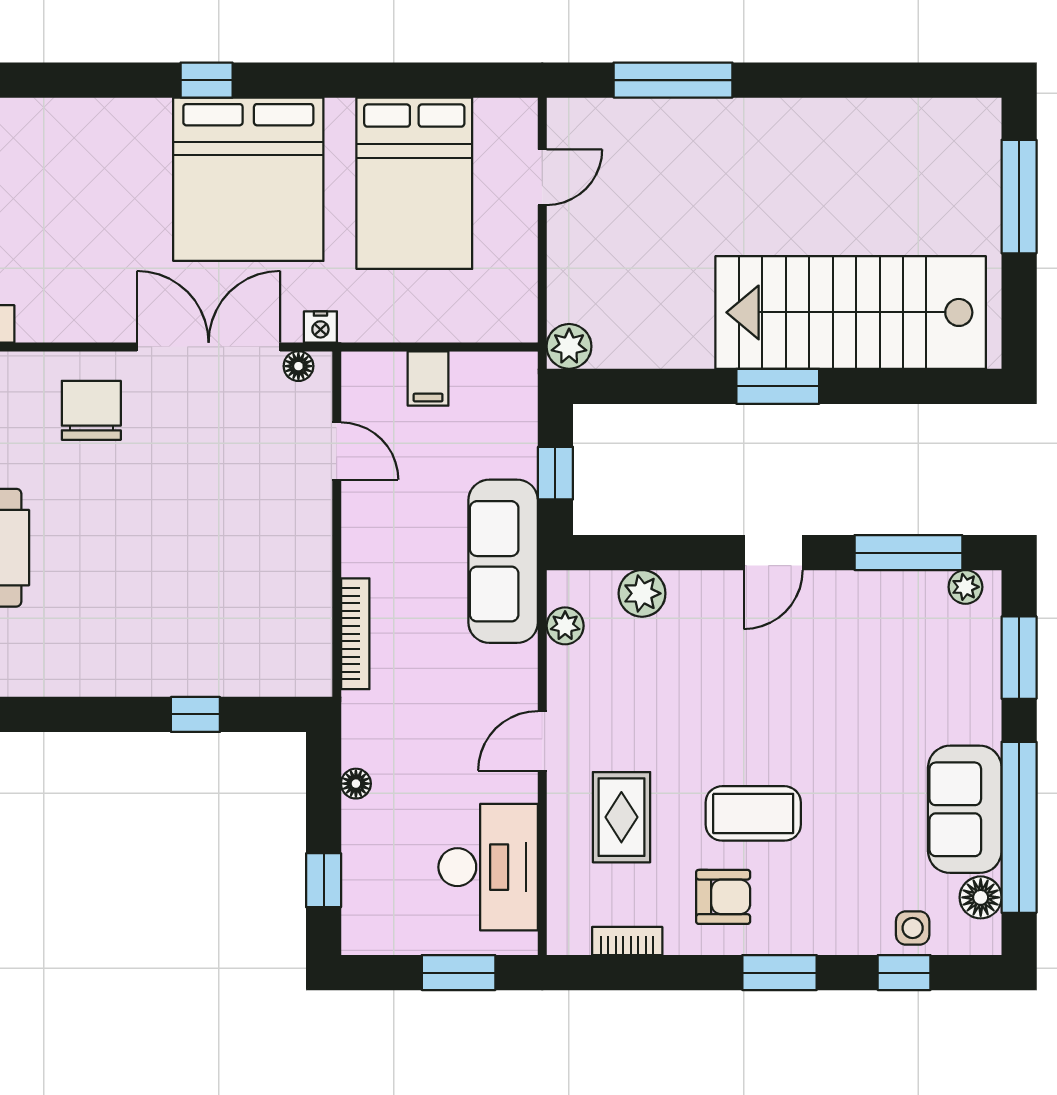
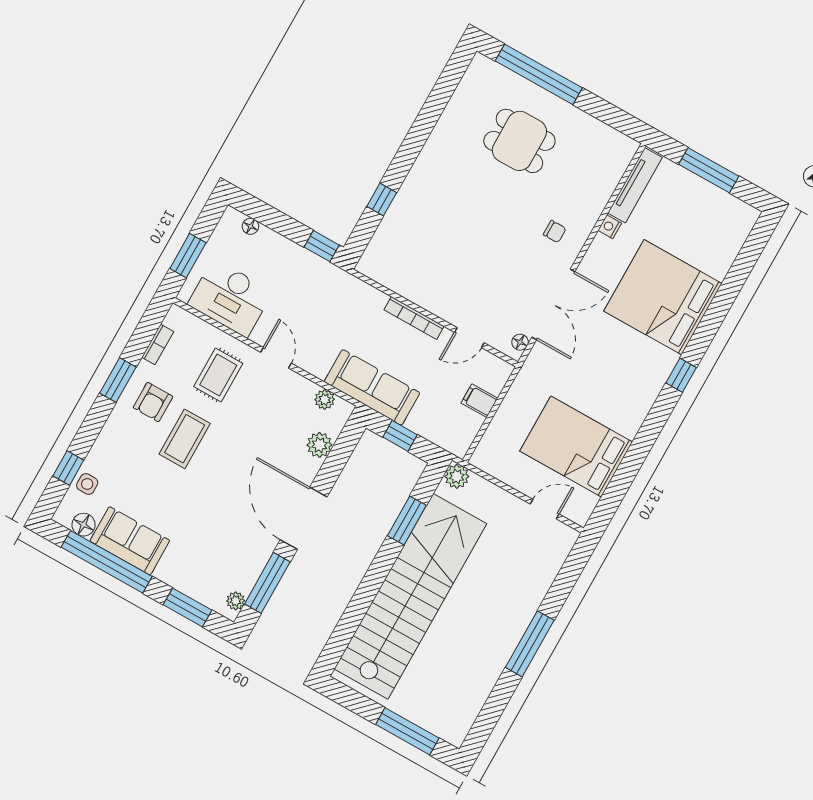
window: (673, 80) -> (530, 644), moved
door: (542, 177) -> (545, 509), swing flipped
bed: (248, 179) -> (663, 297), moved
stairs: (851, 312) -> (411, 596), width x1.36
nightstand: (320, 327) -> (610, 227), moved
window: (778, 386) -> (407, 521), moved
chair: (91, 410) -> (555, 232), width x0.54, depth x0.54
door: (773, 553) -> (304, 518), width x1.87
bookcase: (355, 634) -> (414, 318), moved
floor lamp: (356, 784) -> (250, 226), moved
rug: (621, 817) -> (218, 375), turned 90
window: (324, 880) -> (322, 246), moved
window: (779, 973) -> (118, 380), moved

